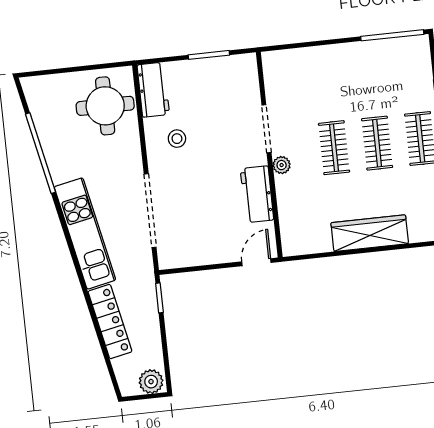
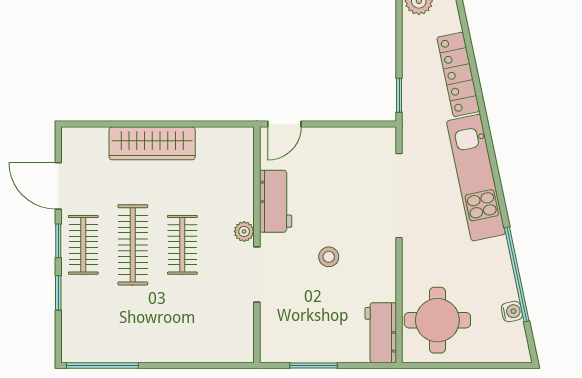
water cooler: (41, 120) -> (512, 311), added
stool: (177, 139) -> (329, 257), moved
clothes rail: (377, 143) -> (133, 245), width x1.36

